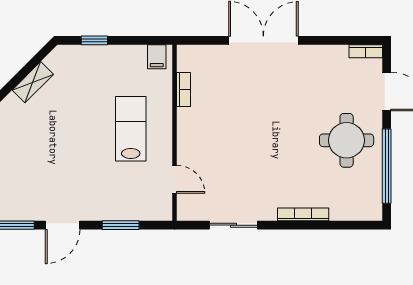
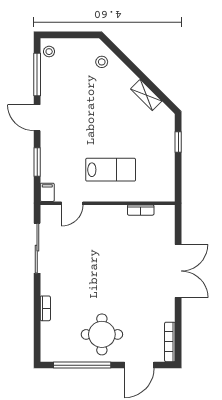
bookcase: (366, 51) -> (170, 342), width x1.56
filing cabinet: (157, 57) -> (47, 192), moved, turned 90
bookcase: (303, 214) -> (45, 308), width x0.64
sliding door: (233, 225) -> (37, 248), width x1.37

